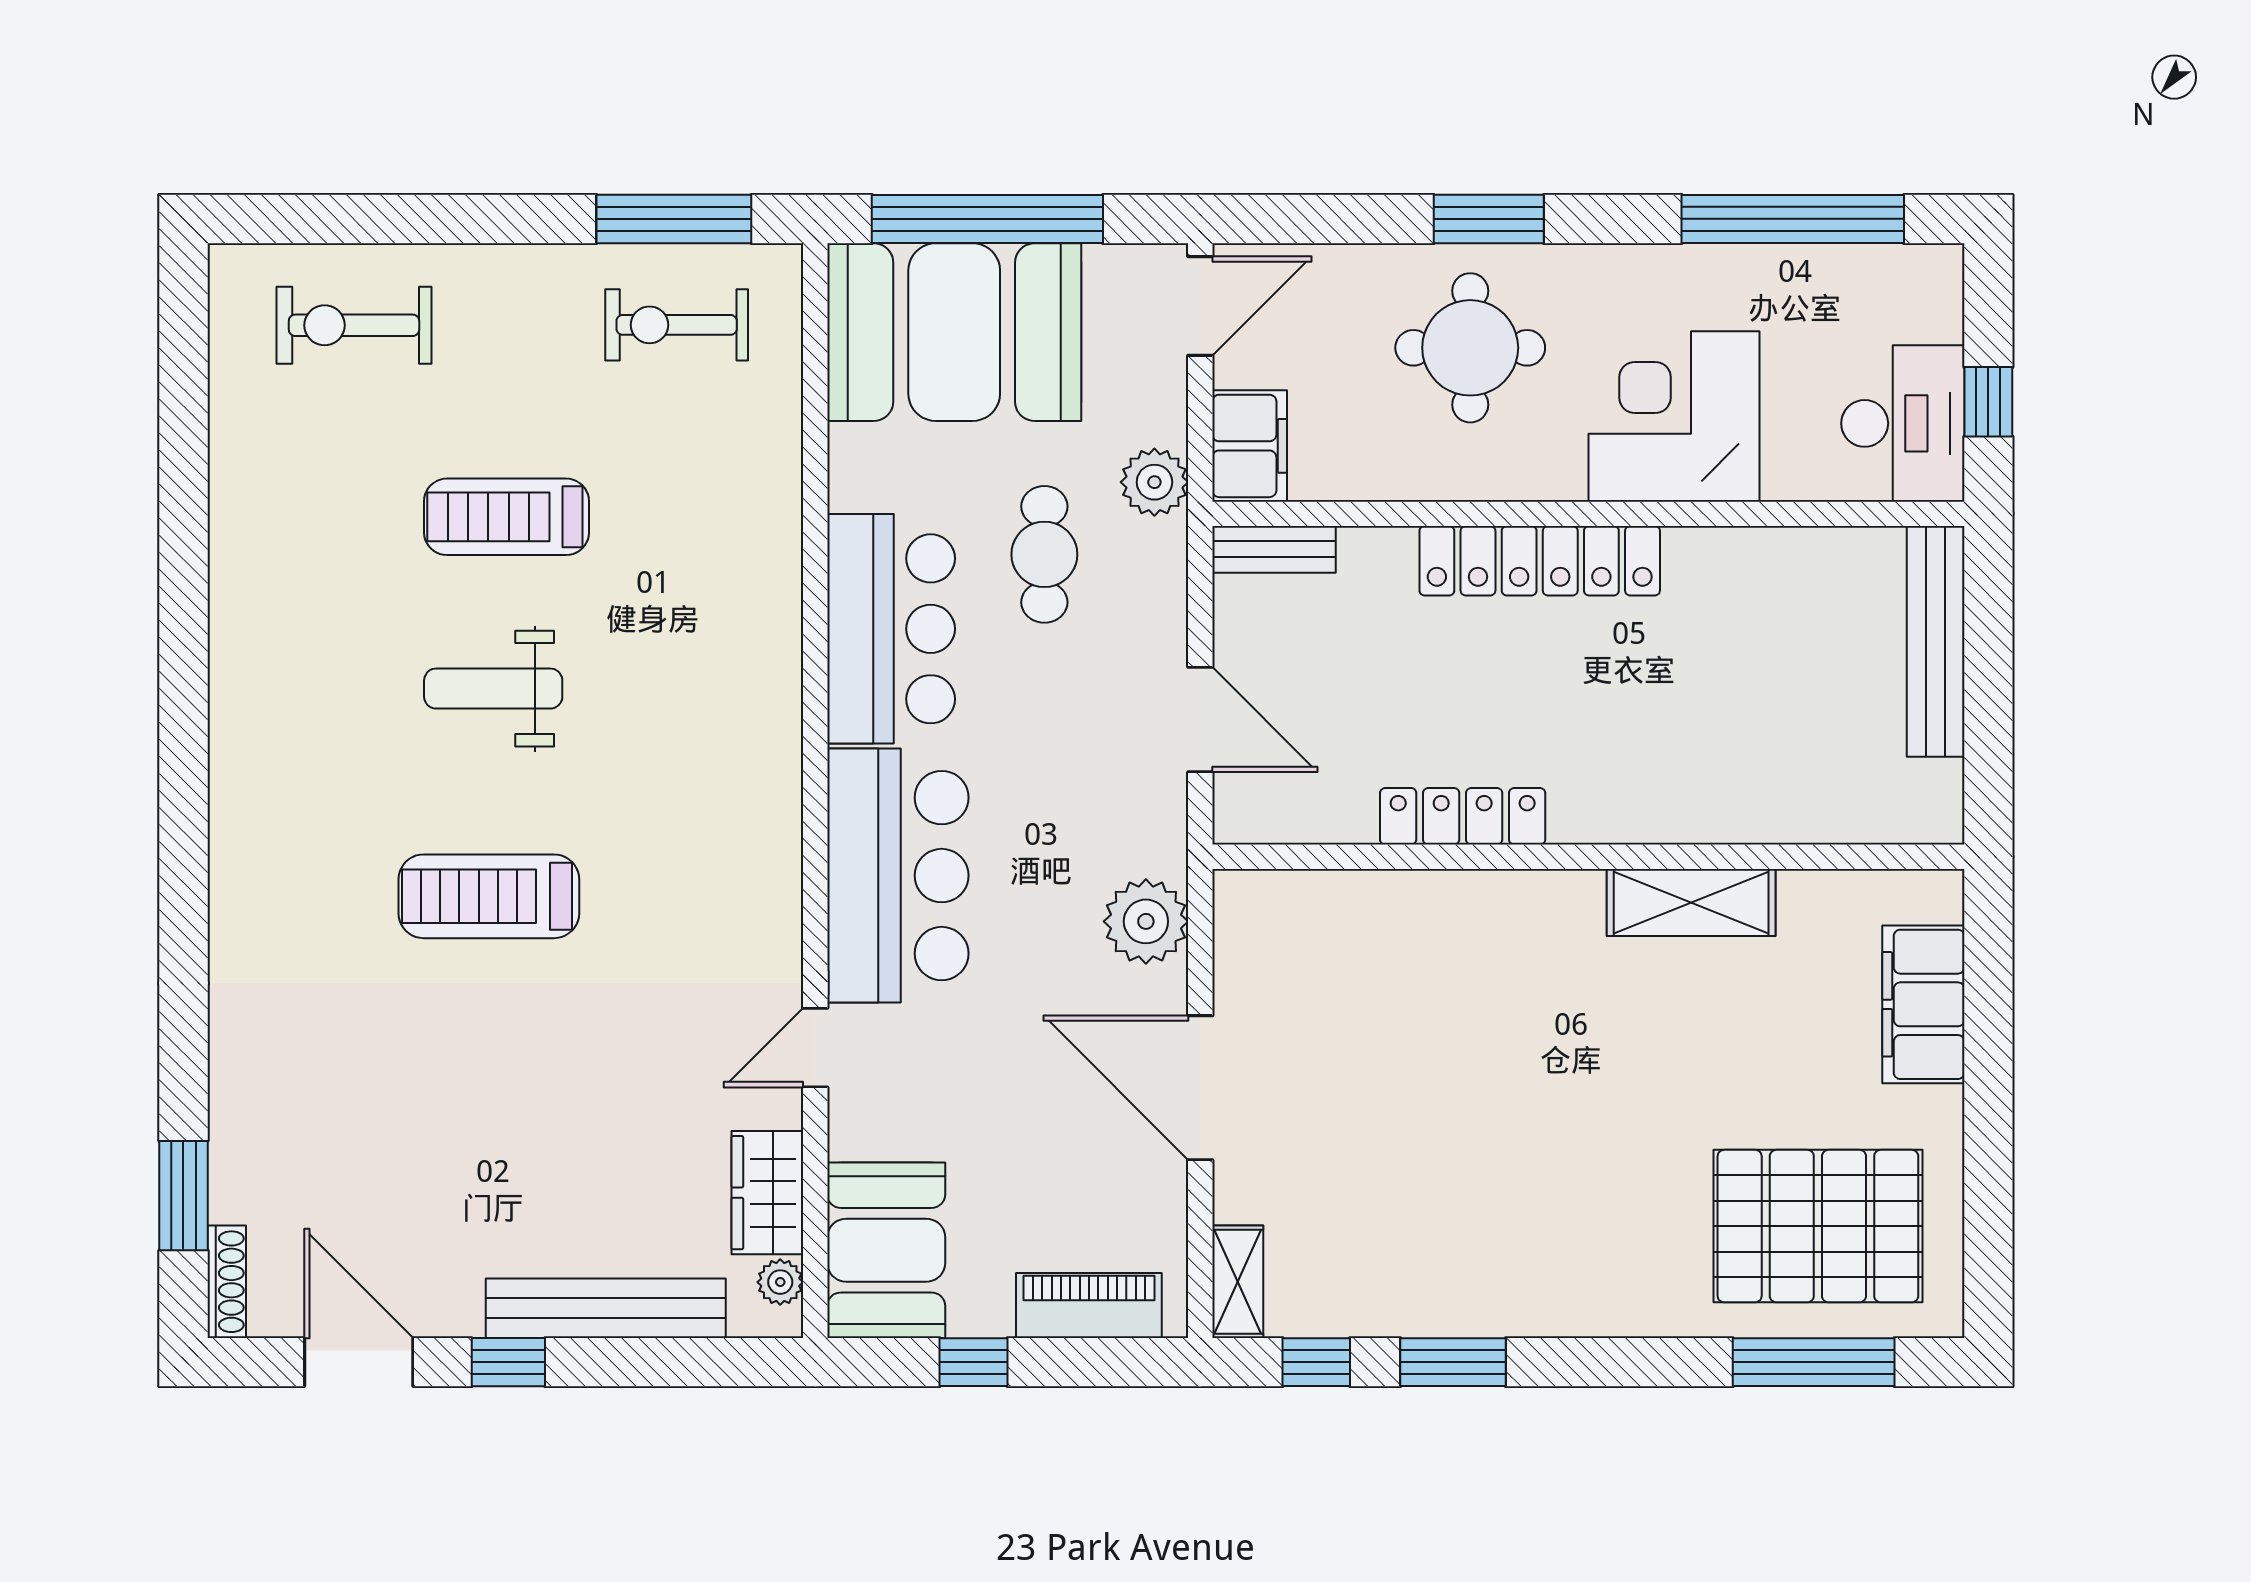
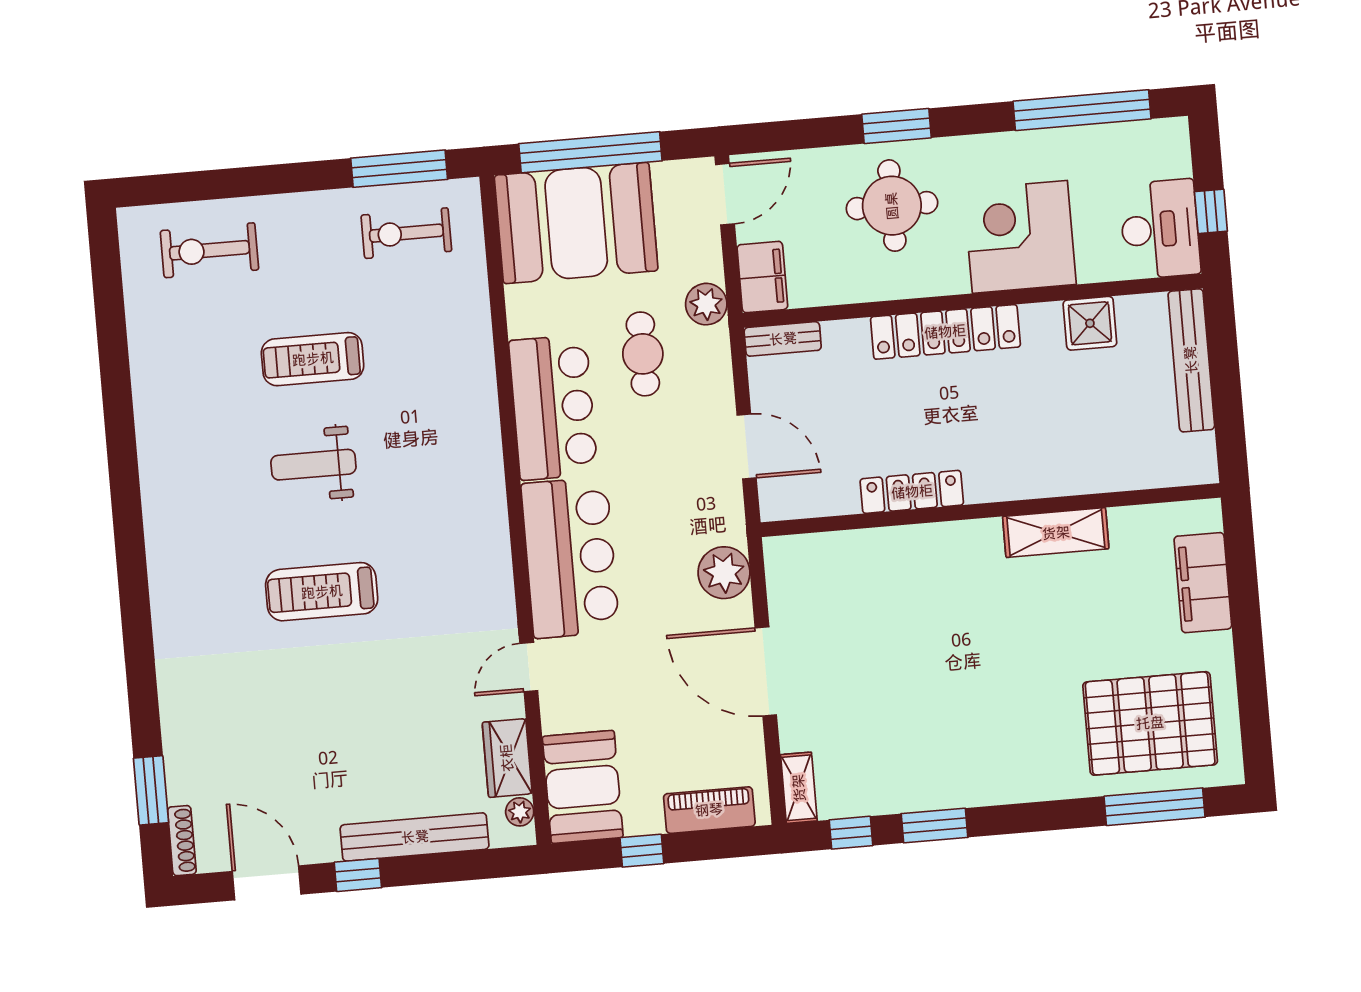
shower: (1776, 567) -> (1090, 323), added

